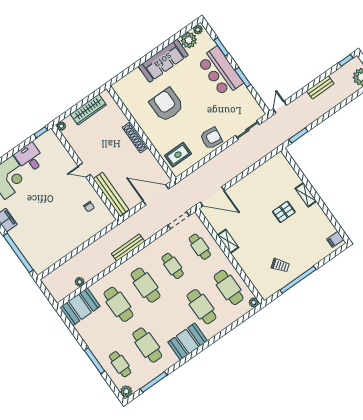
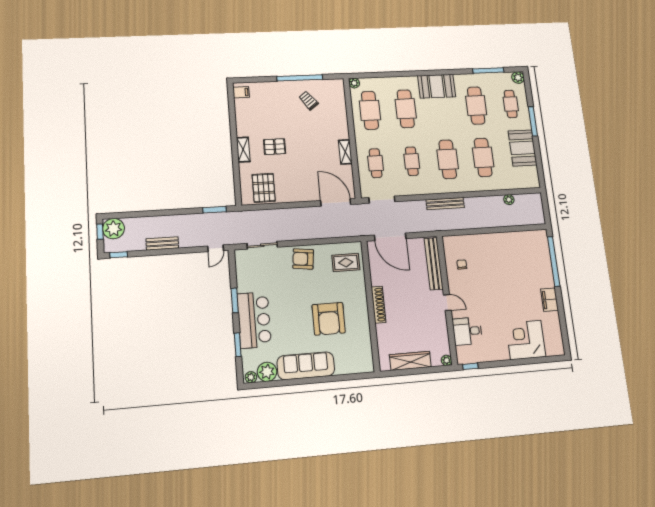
desk: (30, 158) -> (467, 331), moved, turned 90
pallet: (273, 174) -> (264, 188), added
booth: (80, 307) -> (523, 148), moved, turned 90

